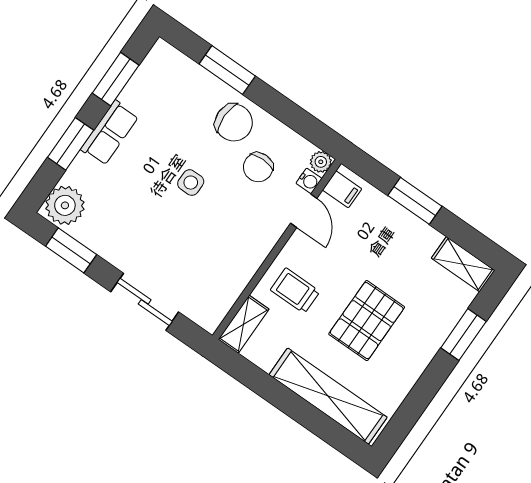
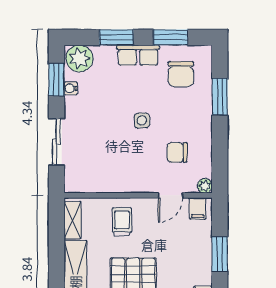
chair: (234, 123) -> (181, 74), moved
water cooler: (309, 181) -> (71, 88), moved, turned 90
shelving: (244, 324) -> (72, 220), moved, turned 90

